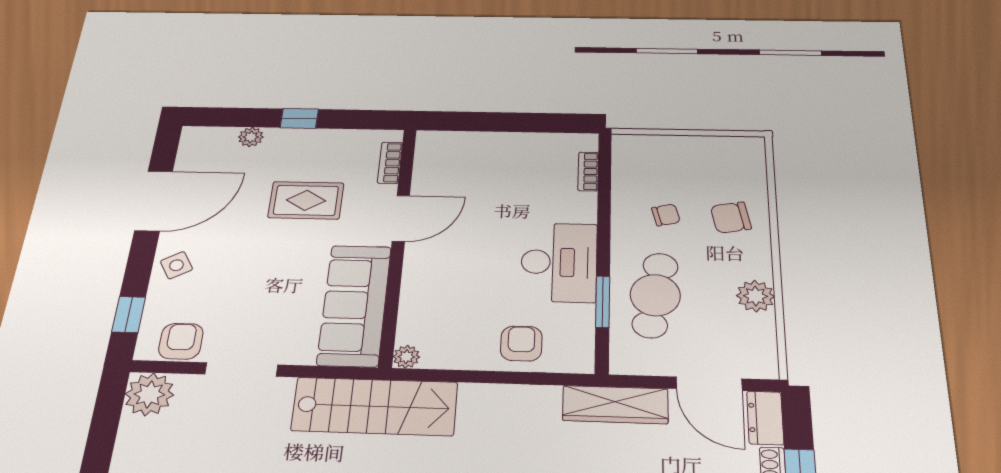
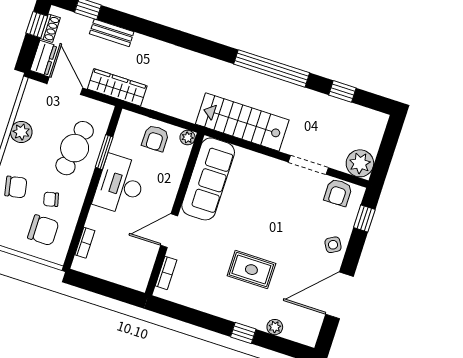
bookcase: (390, 163) -> (166, 273), moved
chair: (662, 172) -> (43, 230), added
door: (401, 218) -> (169, 231), moved
wall: (398, 243) -> (175, 214), moved
sofa: (354, 305) -> (208, 179), moved
plant: (406, 357) -> (188, 138), moved

